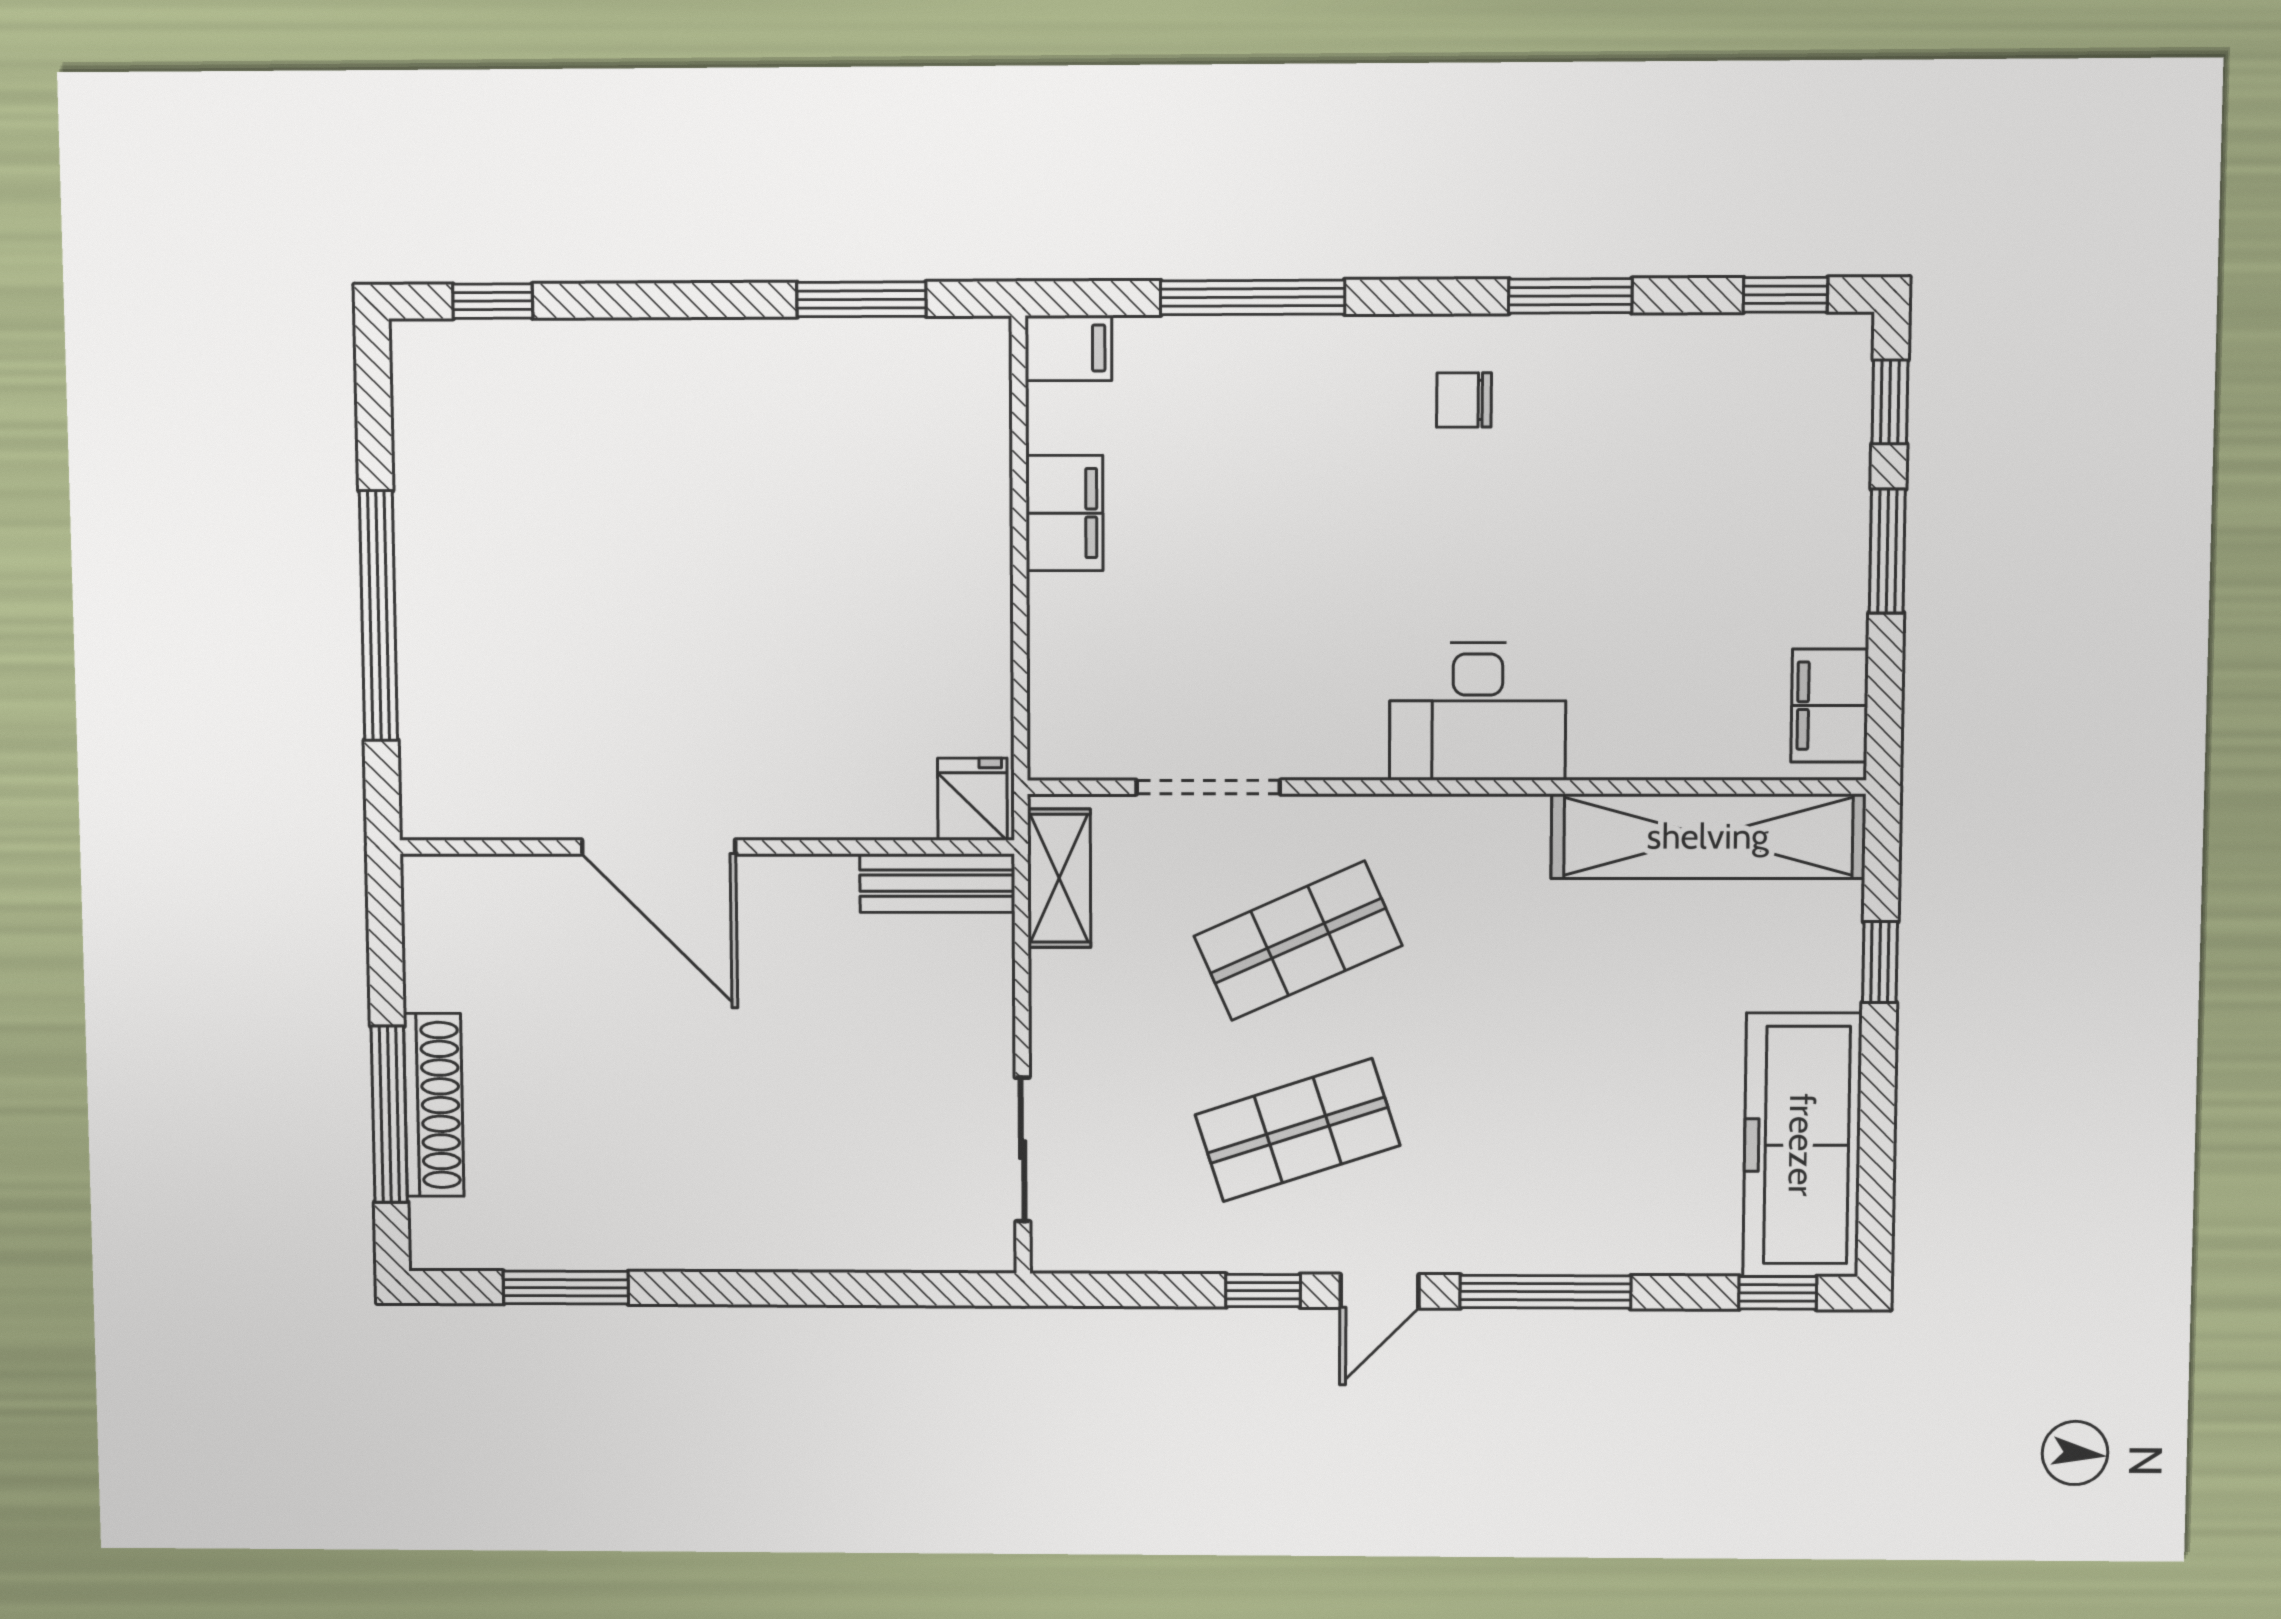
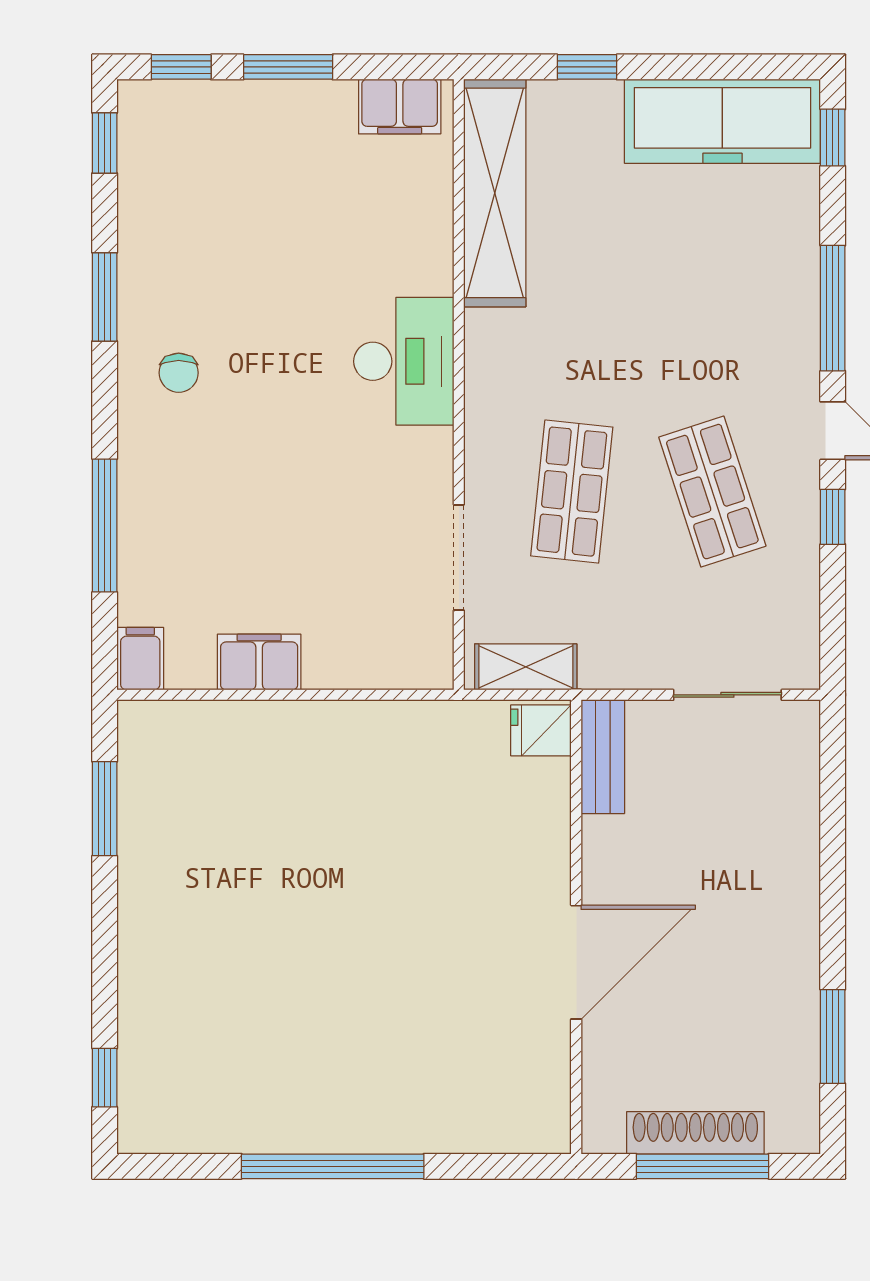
fridge: (972, 799) -> (541, 730), moved
door: (659, 847) -> (576, 962), moved
wall: (706, 847) -> (576, 927), moved
bench: (937, 883) -> (603, 757), moved
shop shelf: (1298, 941) -> (572, 492), turned 30

